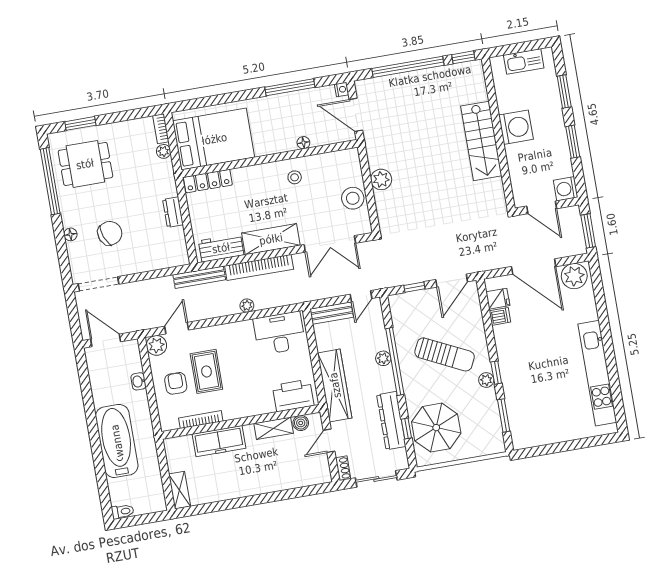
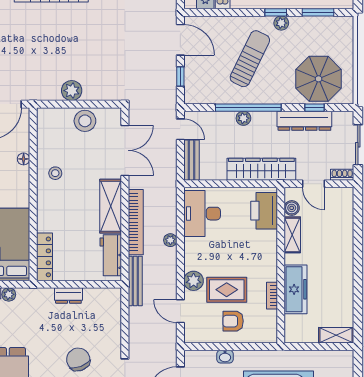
plant: (156, 345) -> (194, 281), moved
bookcase: (201, 420) -> (272, 296), width x0.64

